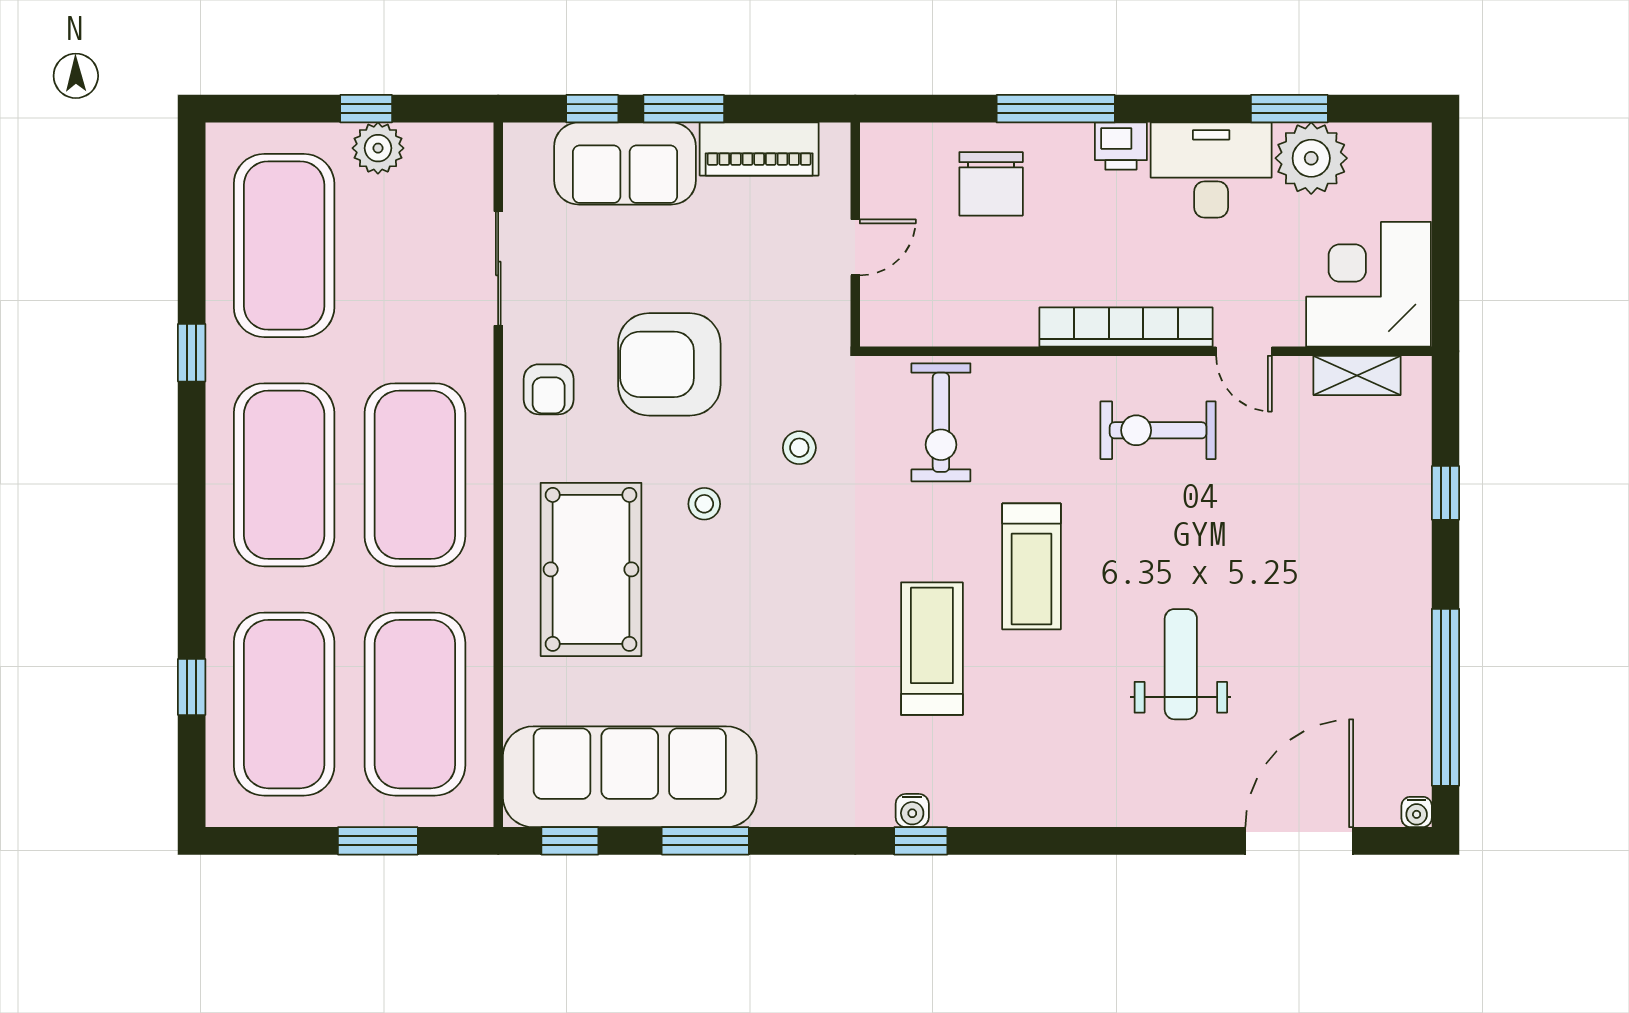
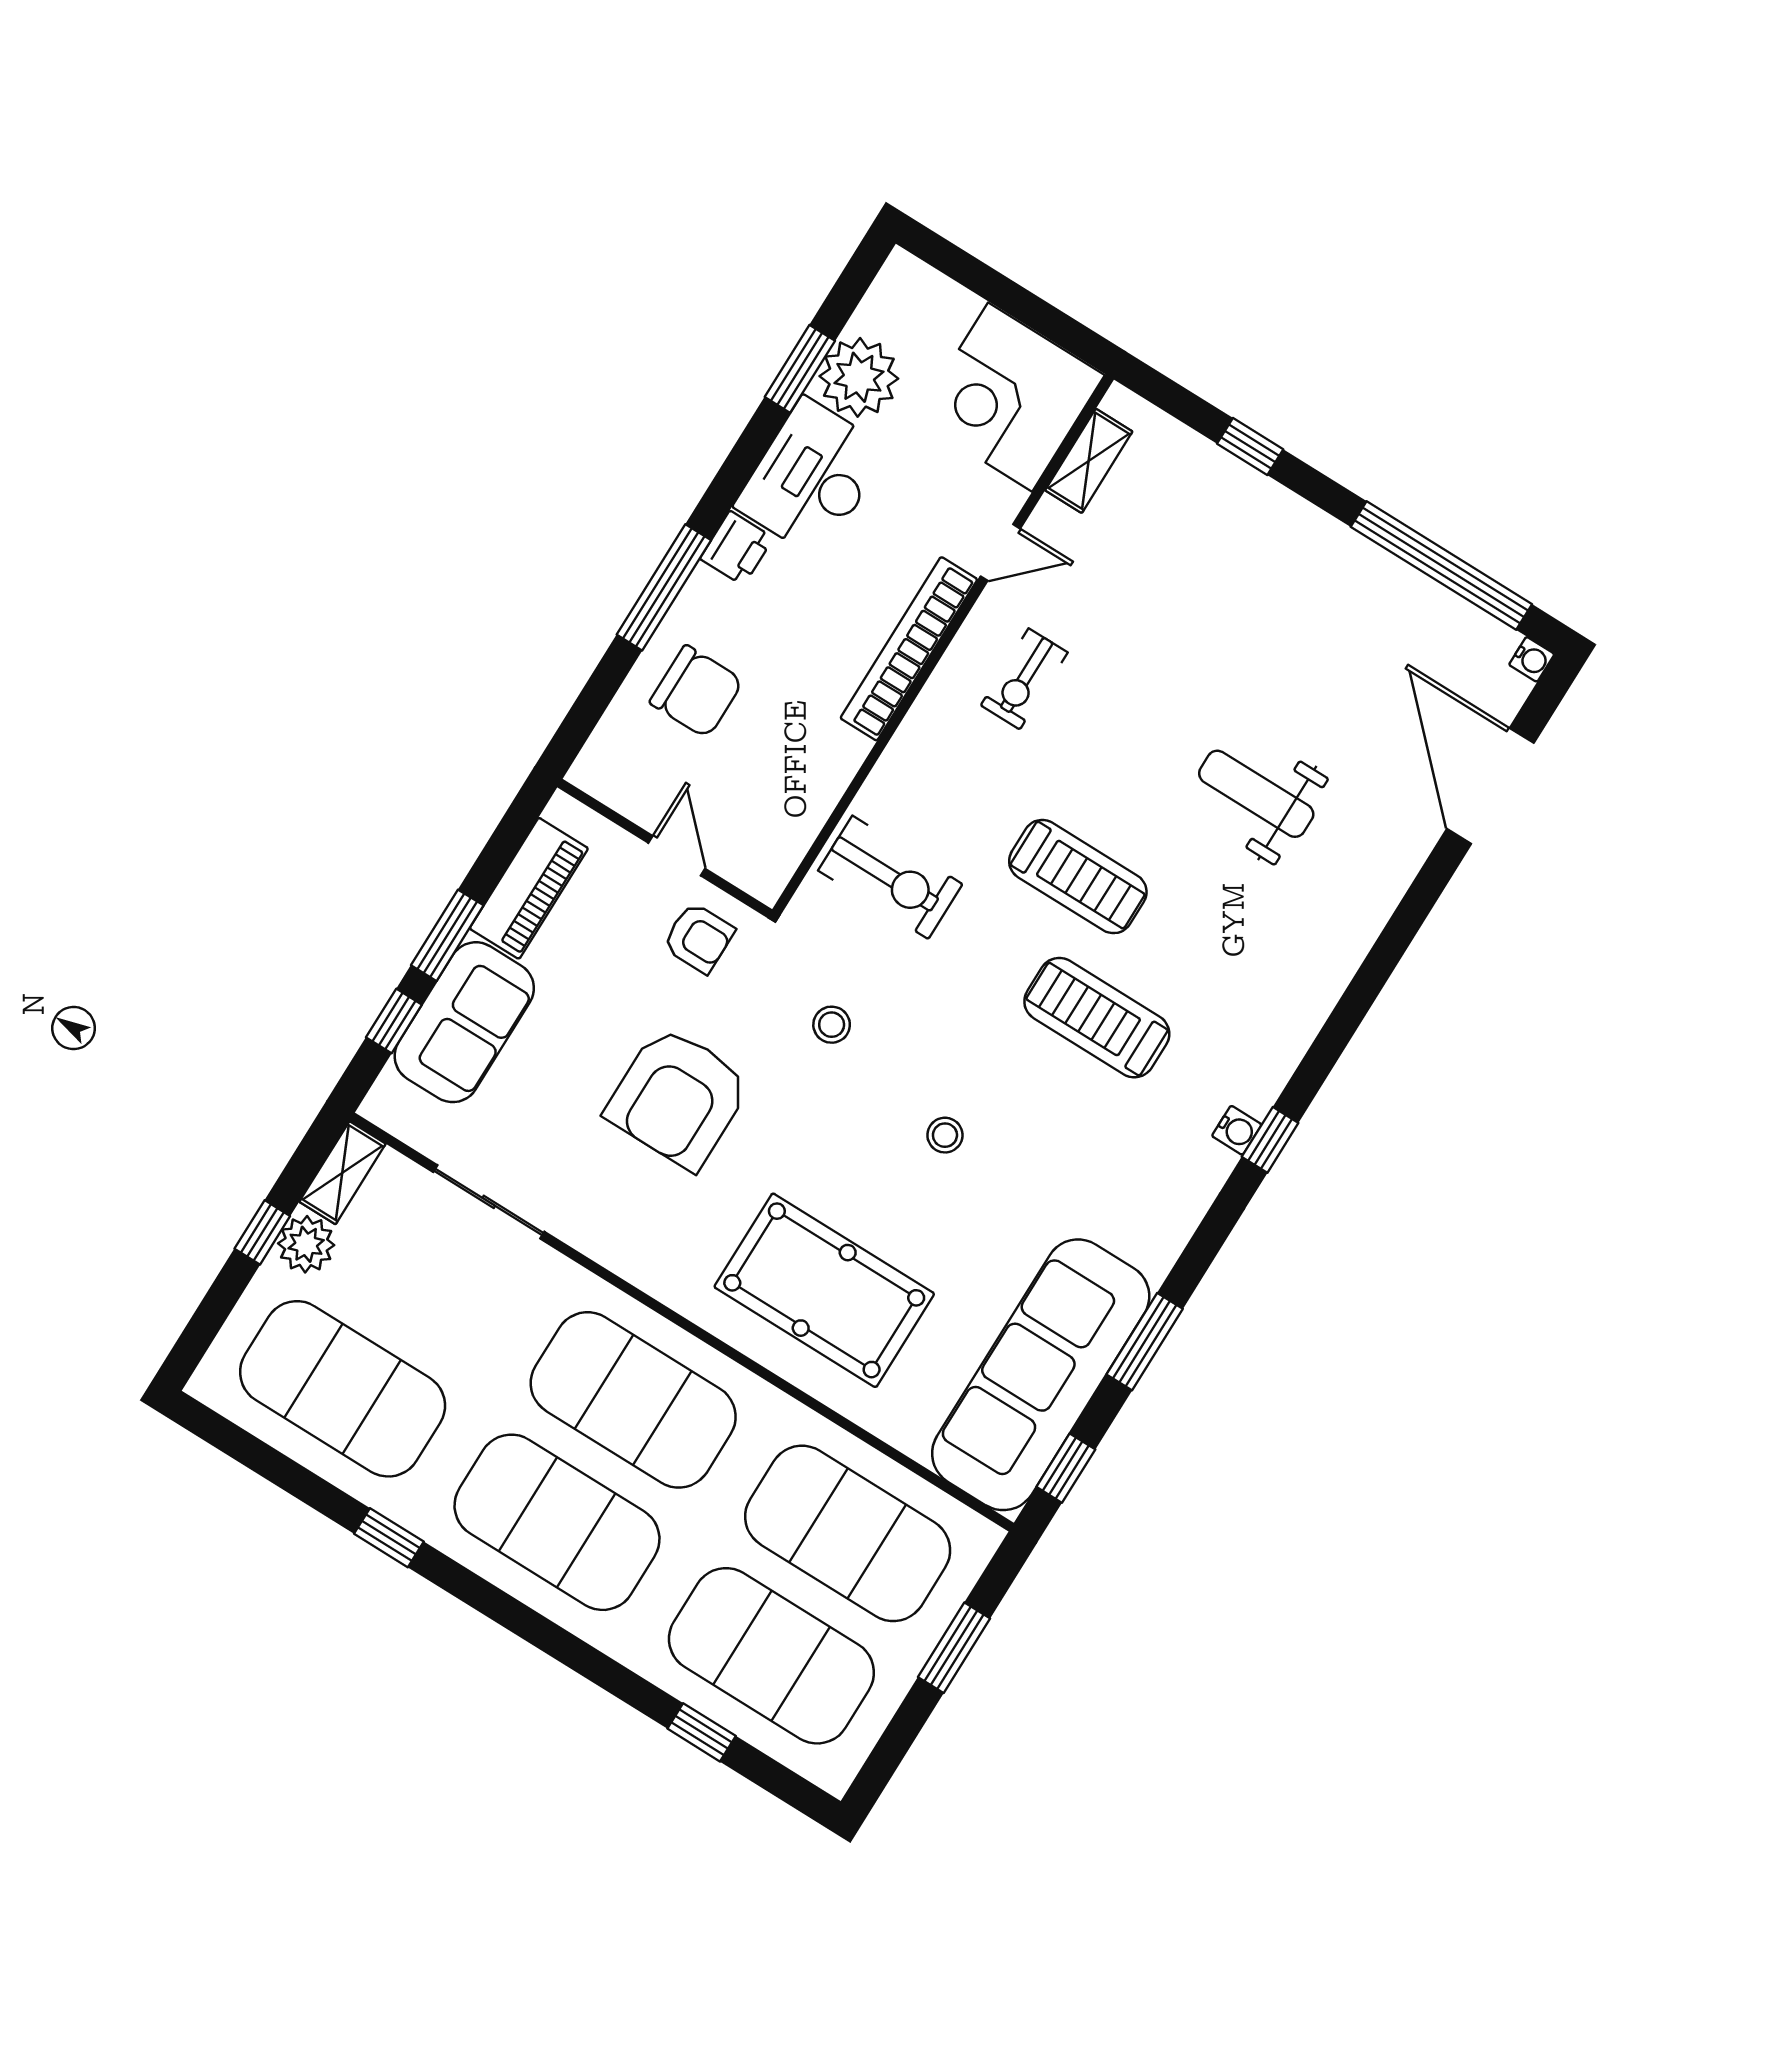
shelving: (451, 142) -> (342, 1173), added
armchair: (549, 389) -> (699, 938), moved
exercise bike: (1158, 430) -> (1024, 679), width x0.73, depth x0.72
stool: (704, 504) -> (945, 1135), moved

